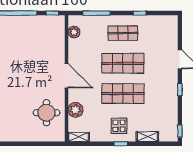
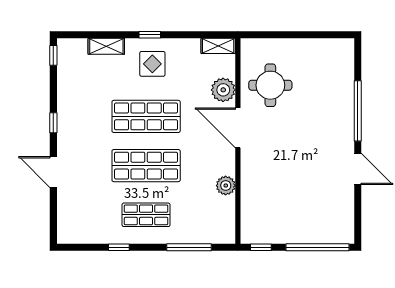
plant: (74, 32) -> (226, 186), moved
door: (66, 76) -> (238, 128), moved

